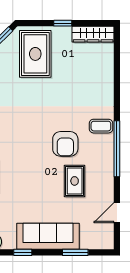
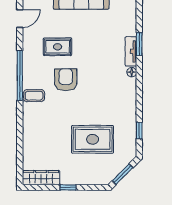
rug: (35, 54) -> (93, 139), moved, turned 90
rug: (75, 181) -> (58, 47), turned 90

